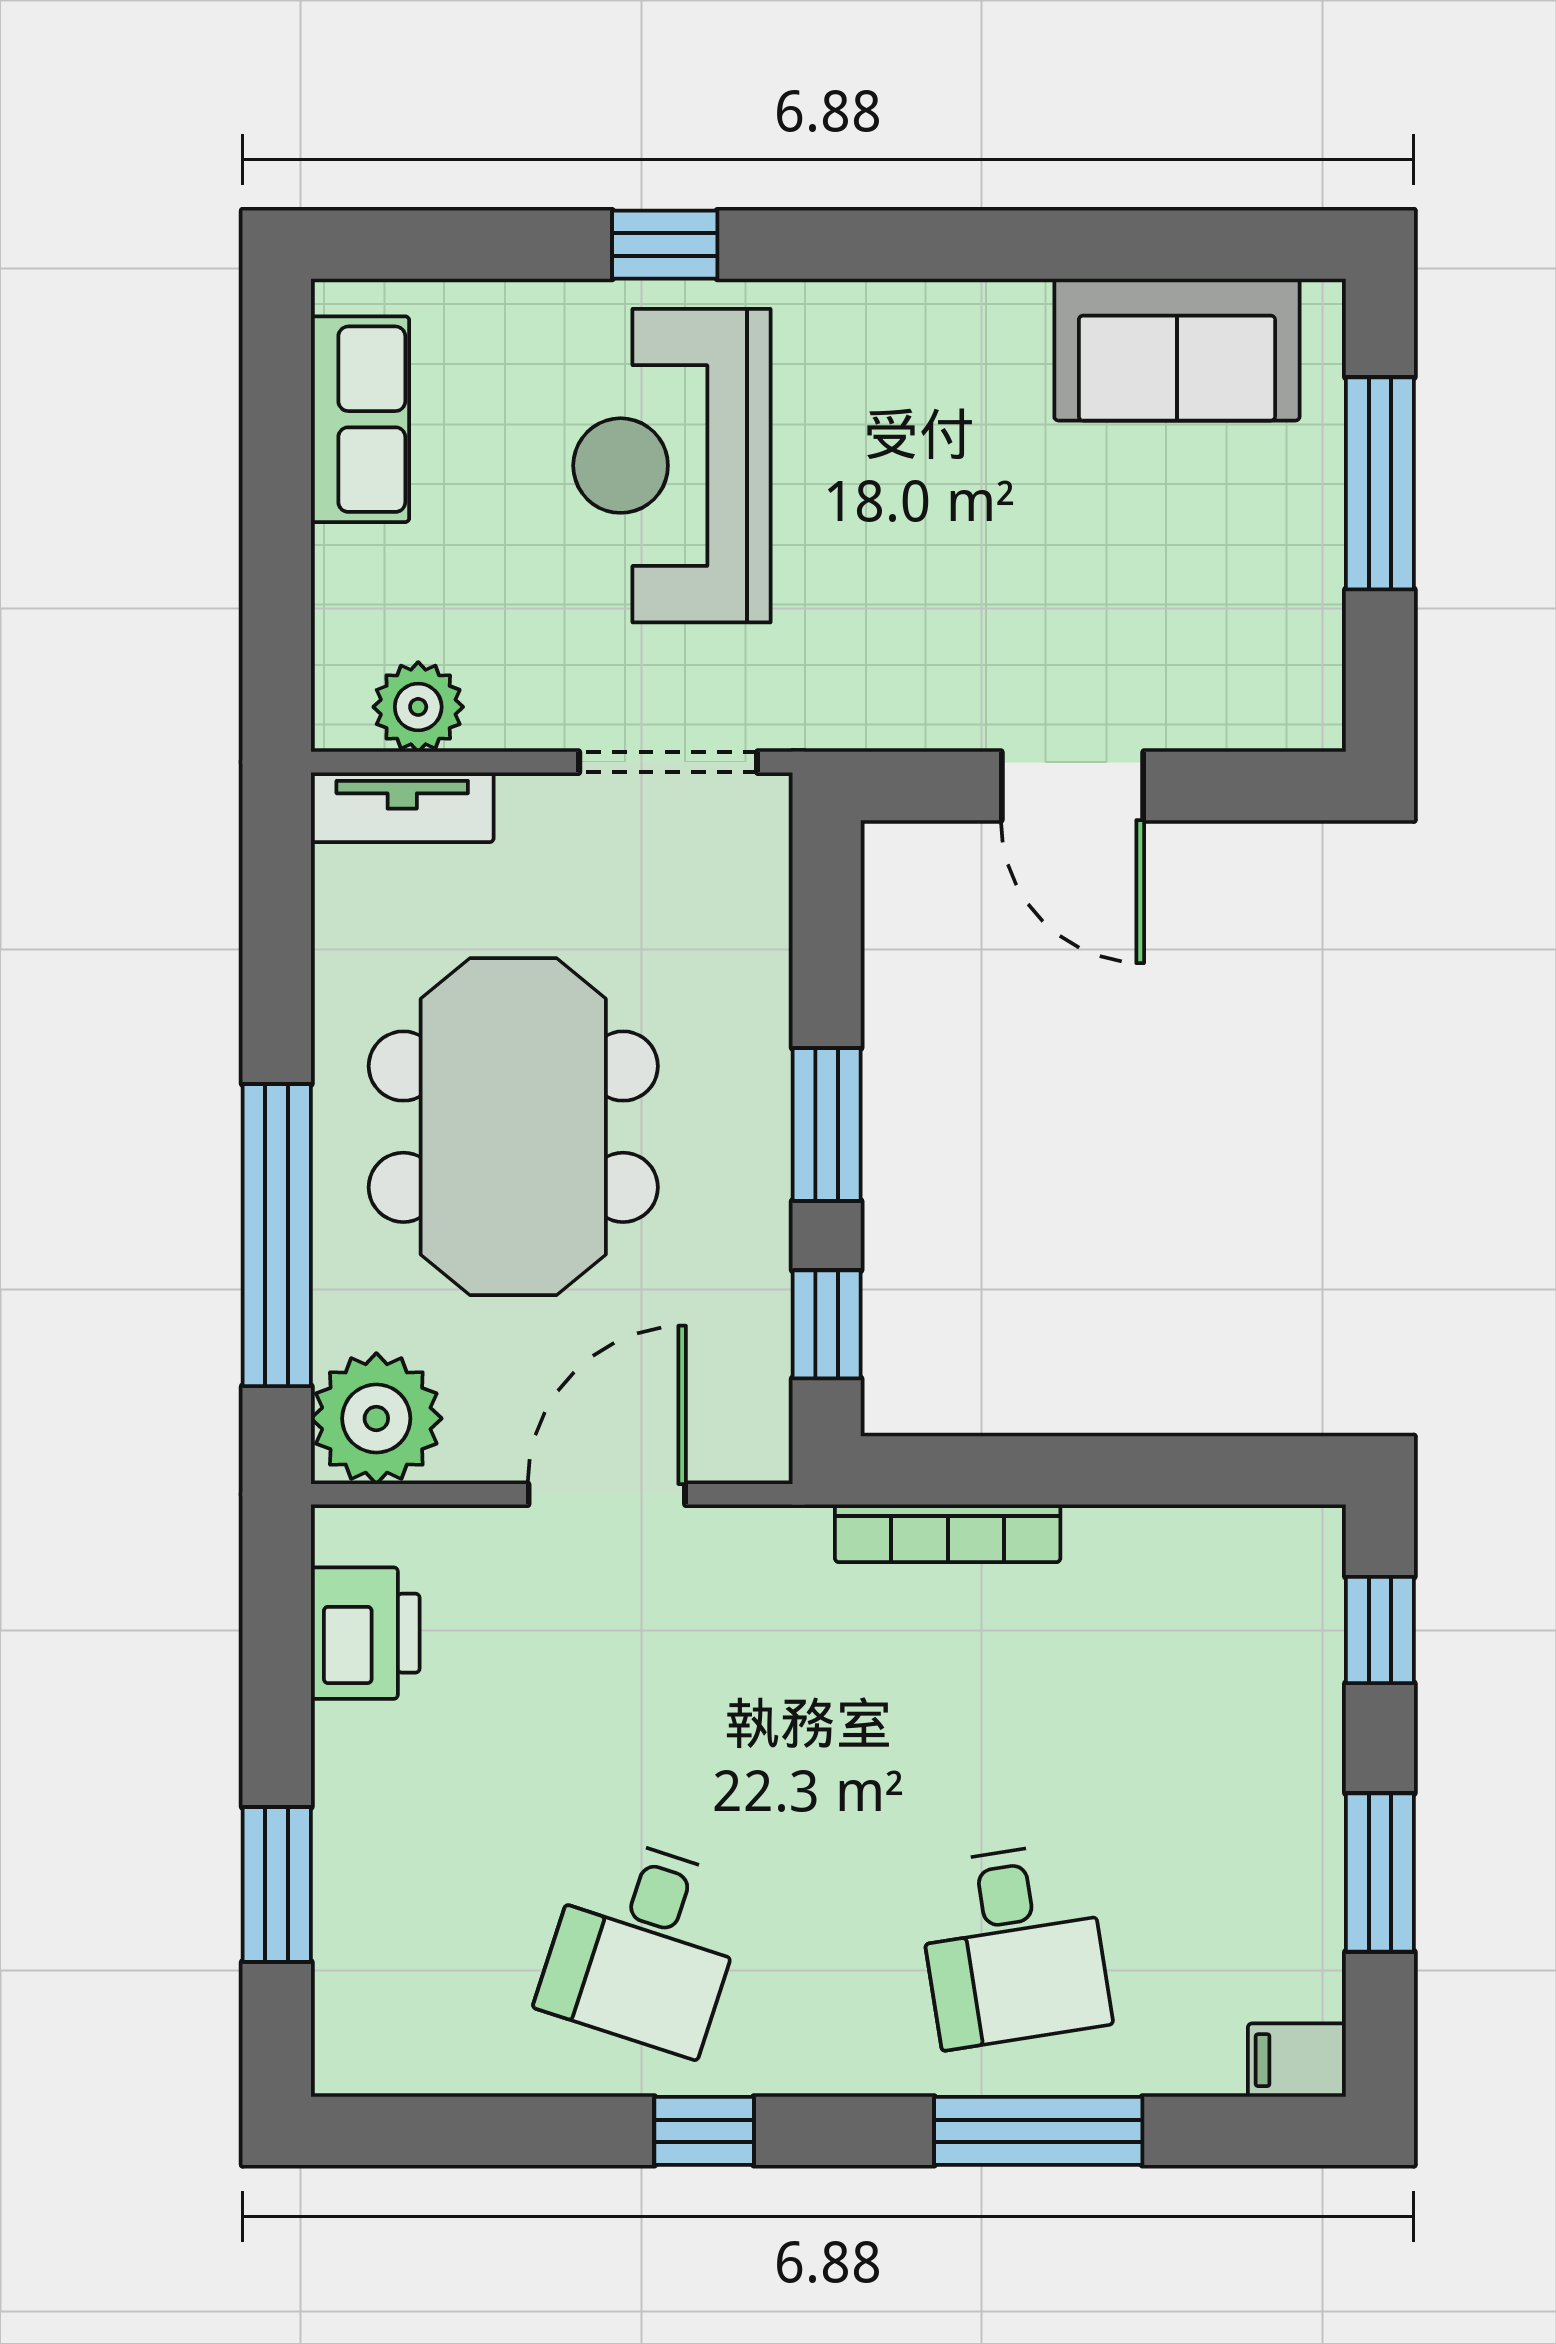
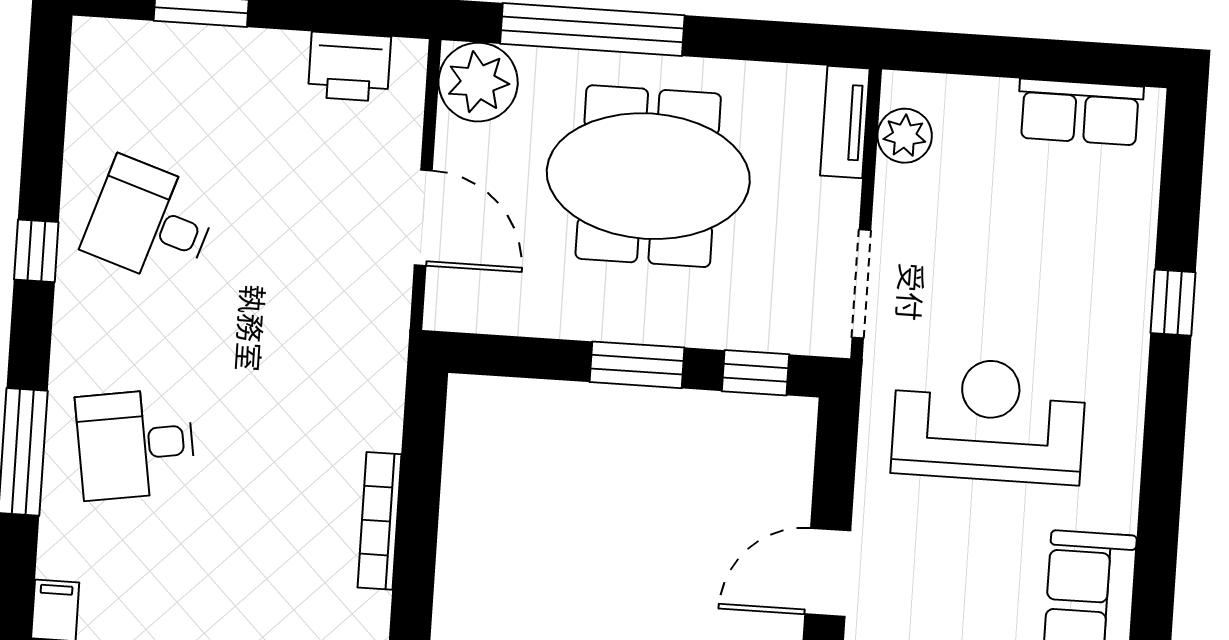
reception desk: (672, 466) -> (989, 420), moved
door: (1072, 786) -> (828, 572), moved
window: (827, 1324) -> (756, 373), moved
bookcase: (948, 1533) -> (380, 521), moved

